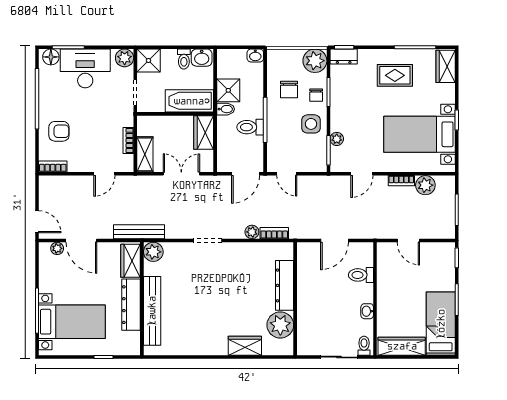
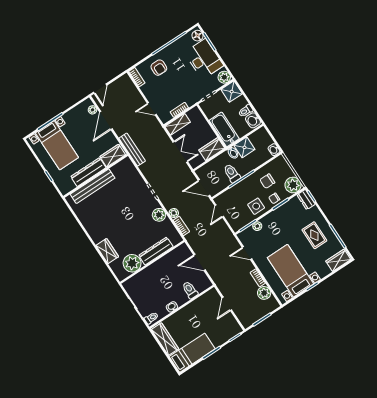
plant: (153, 252) -> (159, 215), moved

